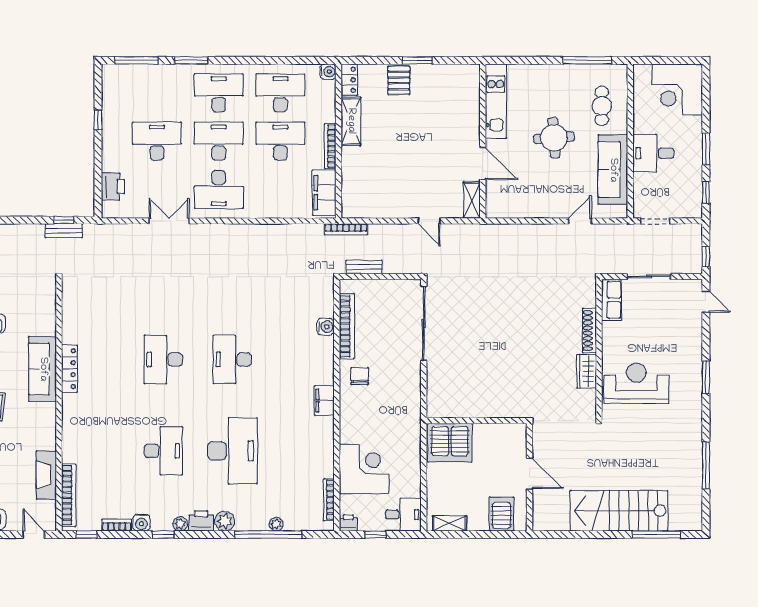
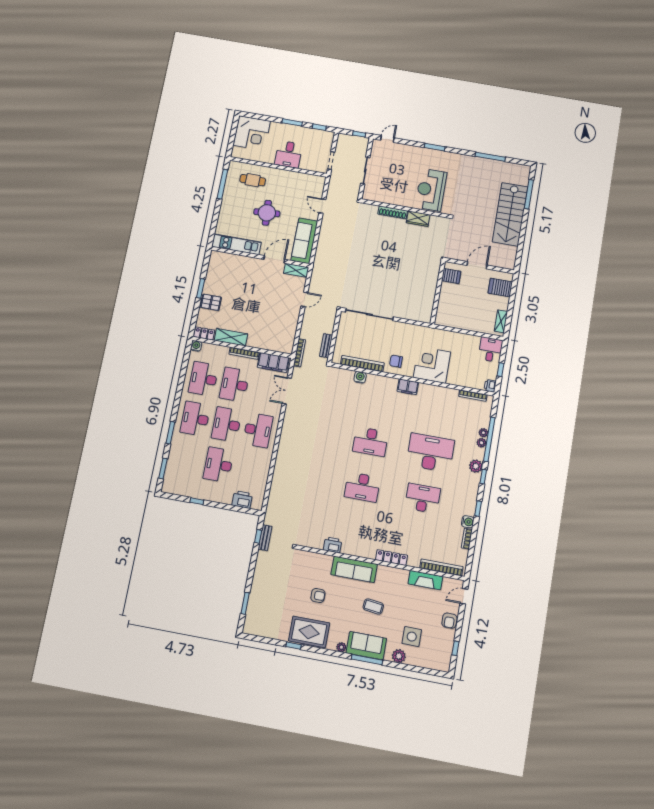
window: (136, 60) -> (163, 468), width x0.69
sofa: (613, 170) -> (304, 241), moved, turned 90
double door: (169, 221) -> (287, 391), moved
row of seats: (612, 300) -> (376, 196), removed
locker: (69, 369) -> (391, 558), moved
server rack: (450, 443) -> (451, 276), moved, width x0.46, depth x0.70
corner desk: (364, 469) -> (432, 365), moved
printer: (201, 521) -> (333, 545), moved, turned 90
plant: (180, 524) -> (482, 443), moved
window: (86, 535) -> (483, 477), moved

